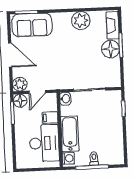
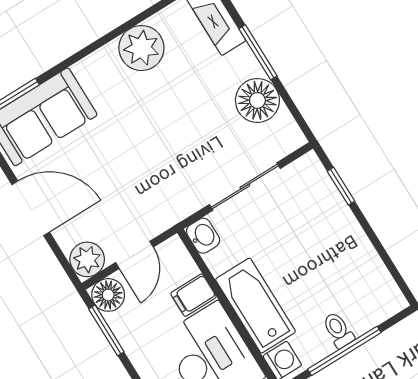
floor lamp: (111, 49) -> (257, 100), moved

